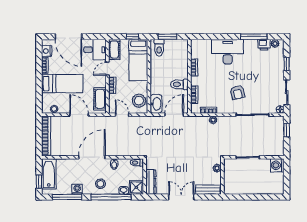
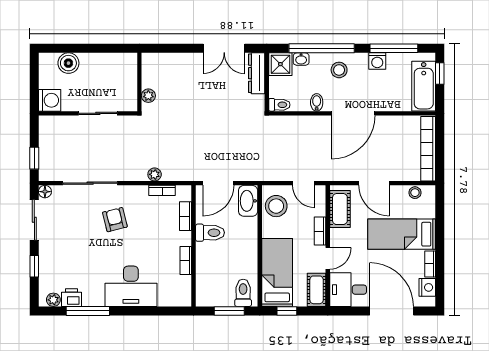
boiler: (266, 188) -> (68, 63), added
bench: (208, 190) -> (163, 60), removed
double door: (181, 197) -> (224, 48), moved

